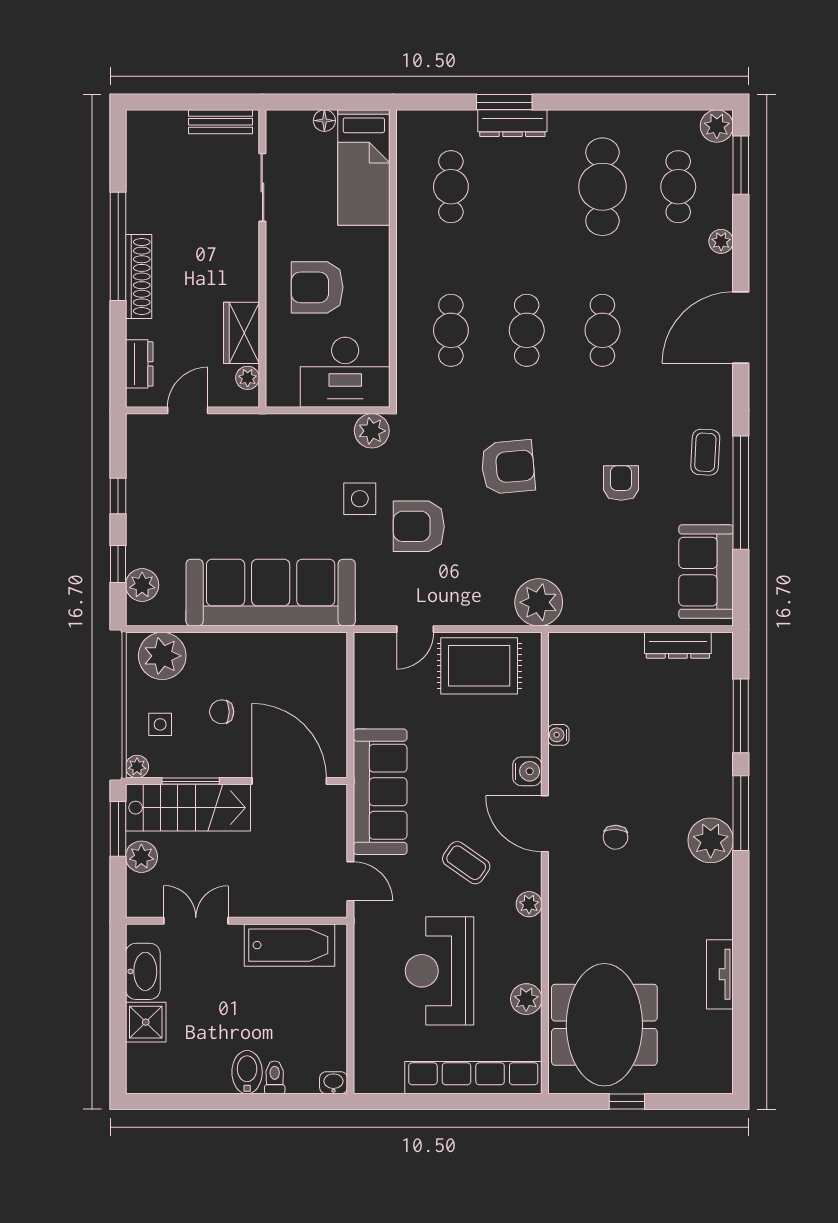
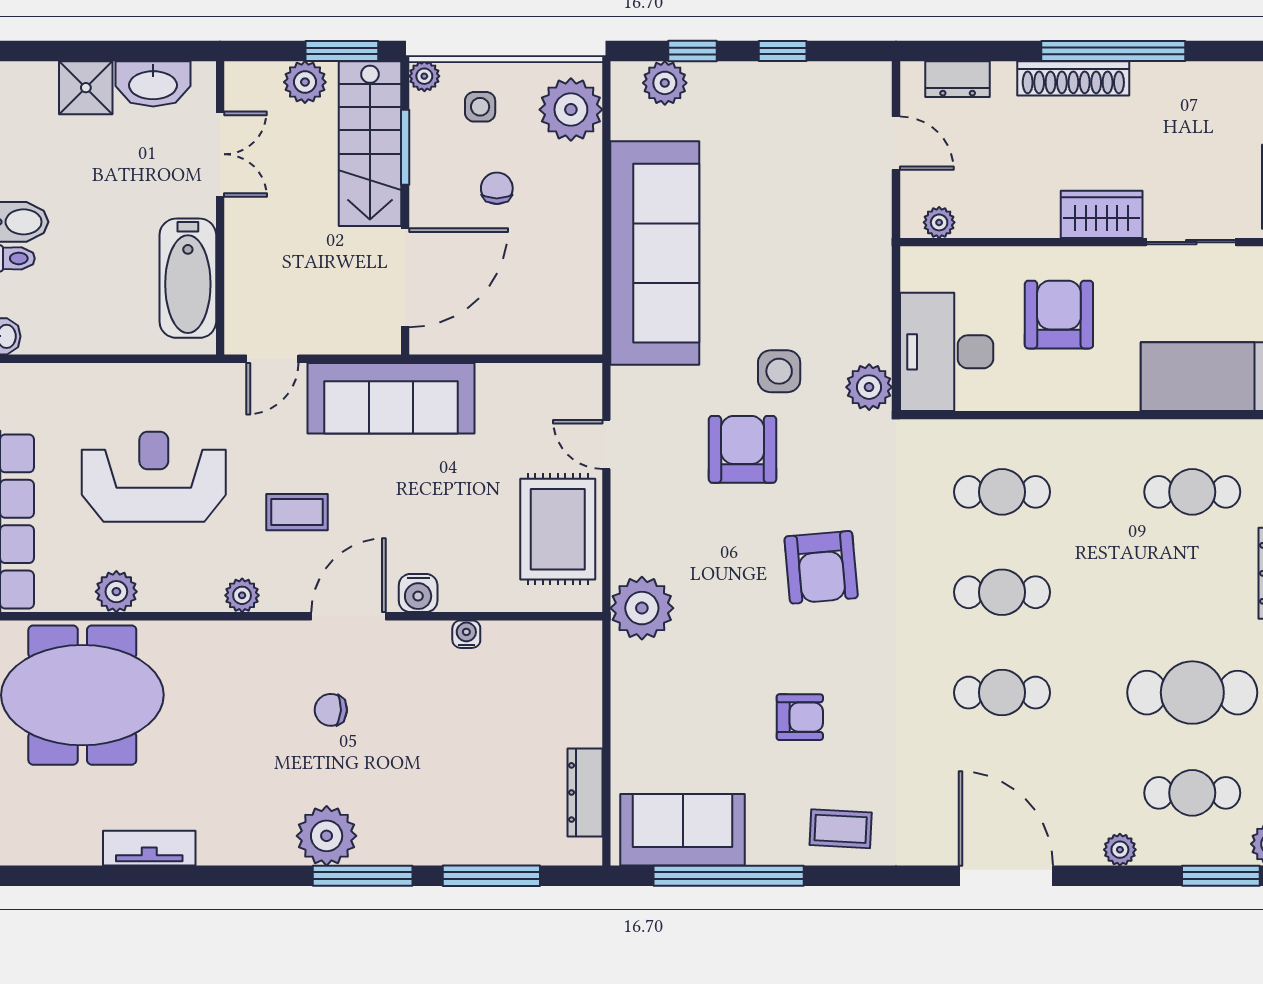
wardrobe: (241, 333) -> (1102, 214), moved
window: (741, 493) -> (729, 876), moved
coffee table: (466, 863) -> (297, 512), turned 55

